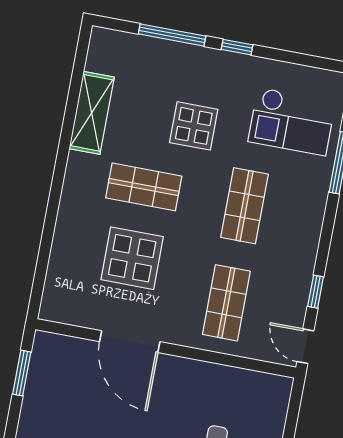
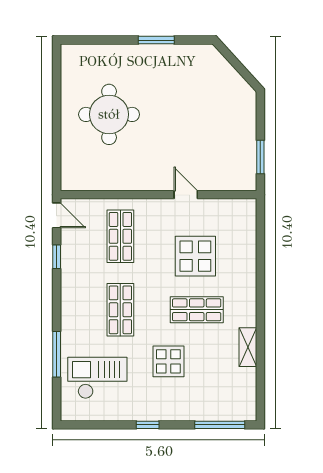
window: (172, 35) -> (220, 425), moved
shelving: (92, 113) -> (248, 347), width x0.67, depth x0.75
door: (130, 342) -> (186, 195), width x0.53

